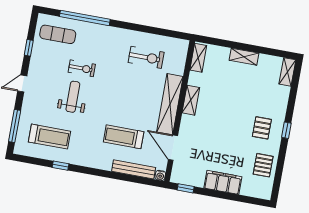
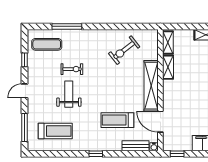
window: (85, 18) -> (67, 26), width x0.68
exercise bike: (146, 57) -> (124, 50), turned 142
shelving: (191, 100) -> (168, 67), moved
window: (61, 166) -> (96, 154), moved
bench: (134, 169) -> (136, 146), width x0.73

